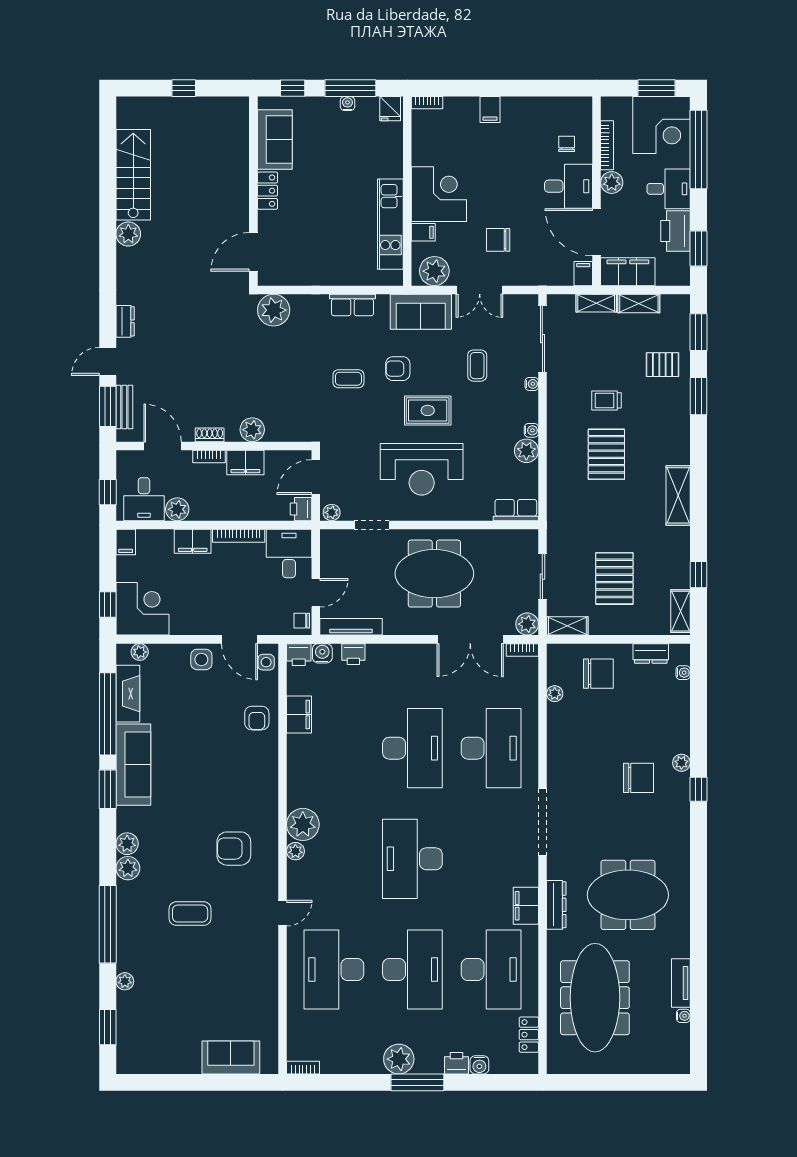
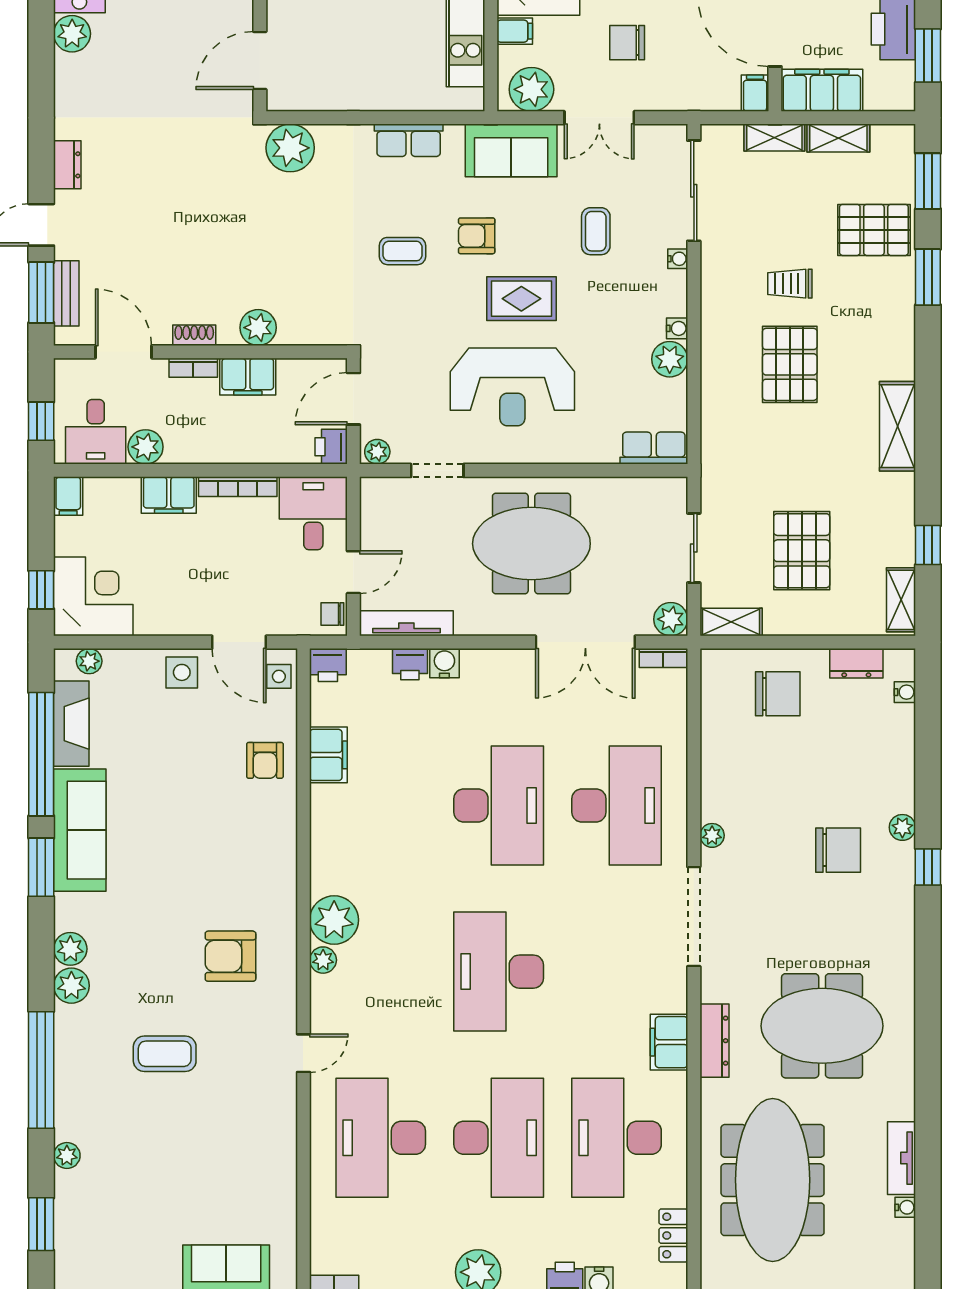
pallet: (662, 365) -> (874, 230), width x1.50, depth x1.42
water cooler: (322, 653) -> (444, 663), moved
plant: (555, 694) -> (712, 835), moved
desk: (491, 969) -> (617, 1138), turned 180

